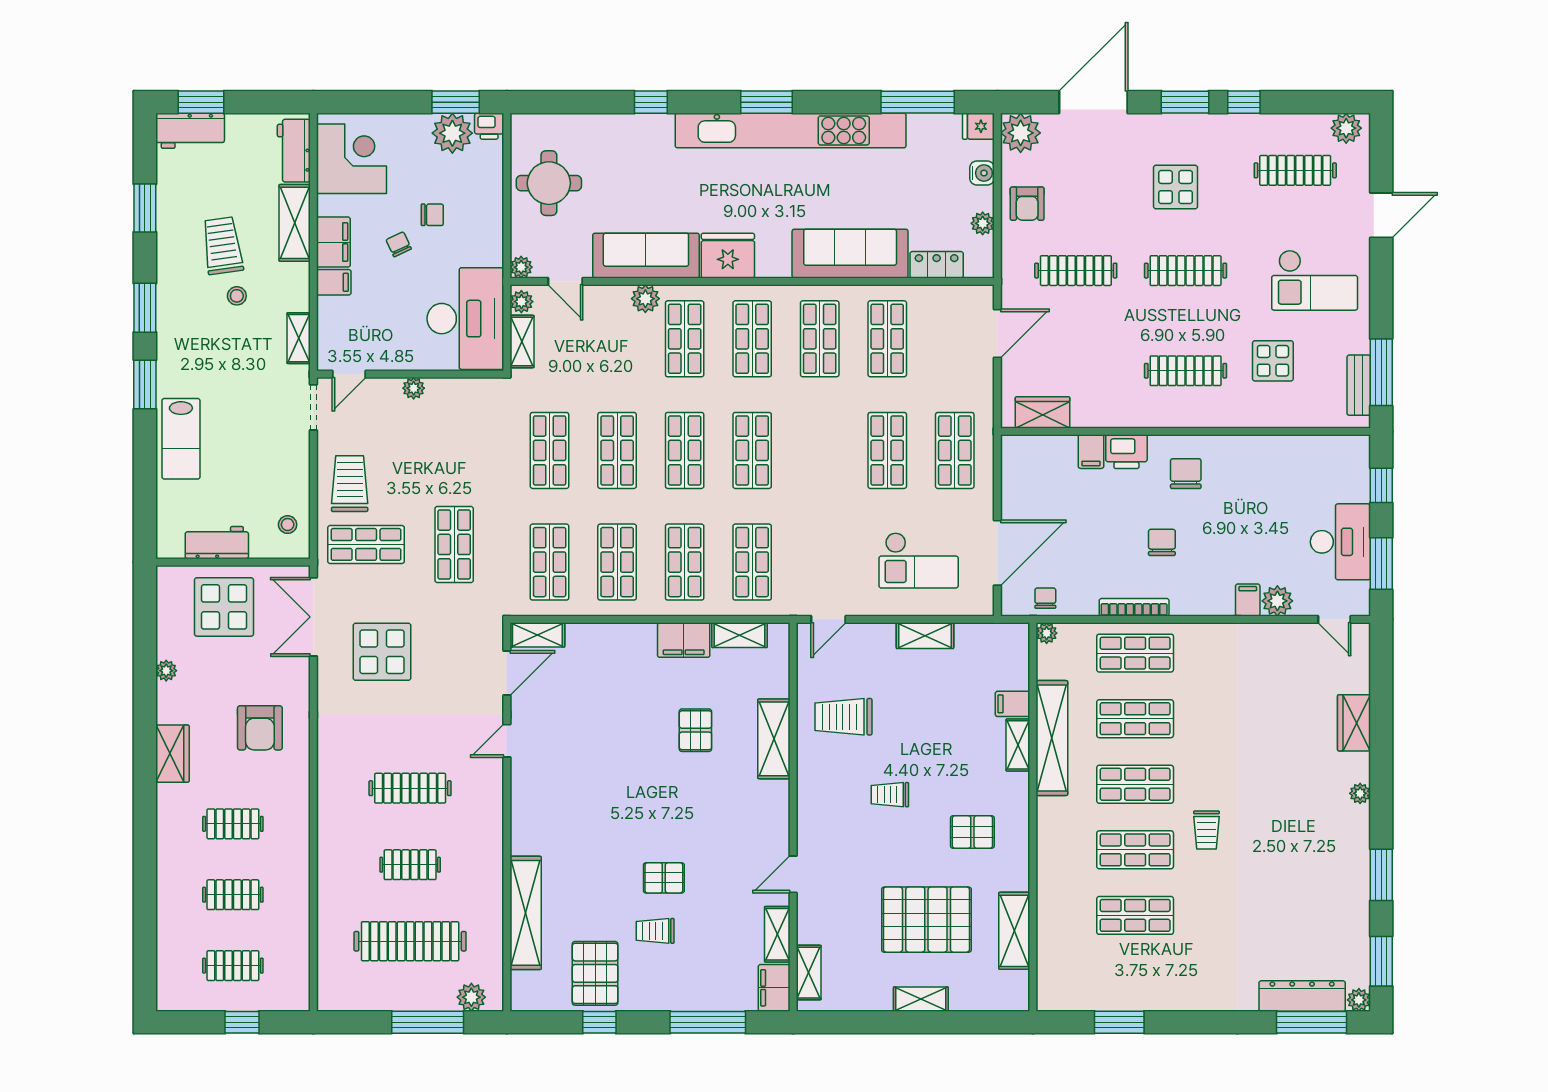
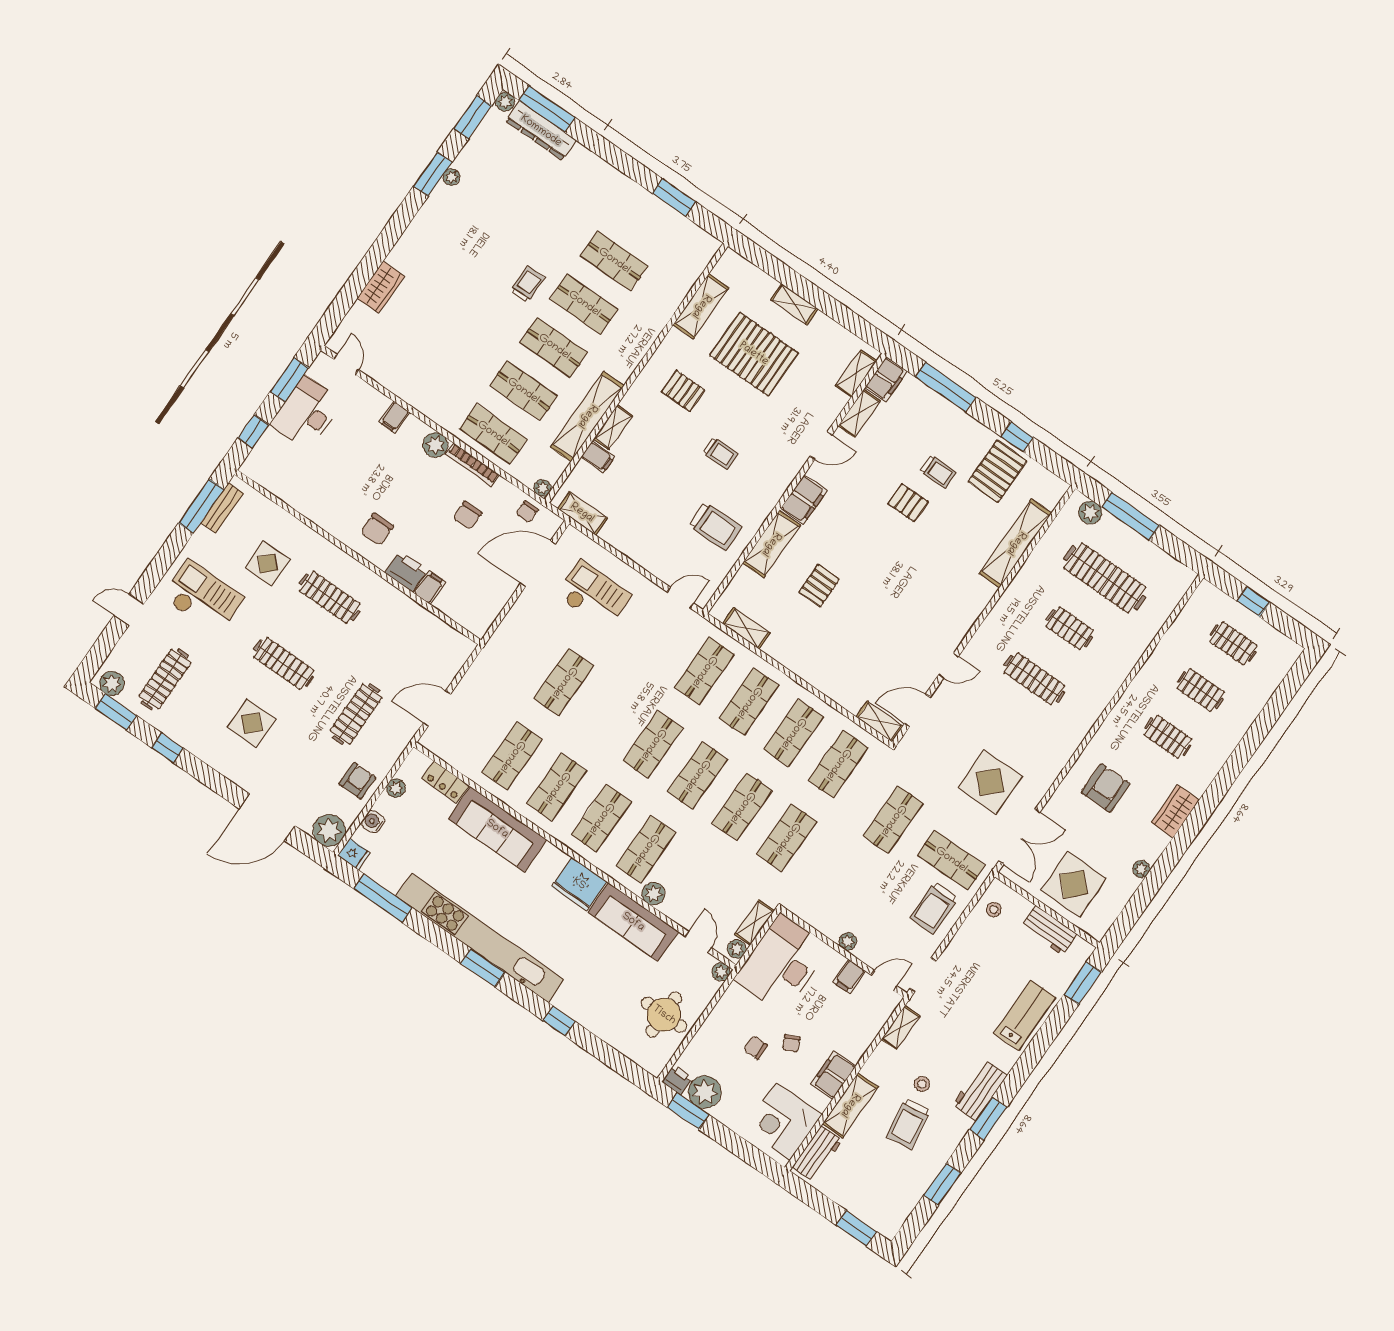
window: (1185, 102) -> (116, 712), moved
workbench: (190, 131) -> (980, 1090), moved, turned -90
clothes rail: (1295, 170) -> (165, 679), turned 90
door: (1381, 215) -> (129, 610), width x0.73
clothes rail: (1076, 271) -> (356, 714), turned 90
filing cabinet: (334, 282) -> (849, 976), moved, turned -90
window: (145, 384) -> (1083, 983), moved
wardrobe: (1043, 412) -> (443, 636), removed
shop shelf: (955, 450) -> (519, 651), removed
chair: (1162, 542) -> (467, 515), moved
plant: (1277, 601) -> (435, 445), moved
shelving: (925, 636) -> (582, 513), moved
filing cabinet: (684, 640) -> (804, 499), moved, turned 90
plant: (1360, 793) -> (452, 177), moved

